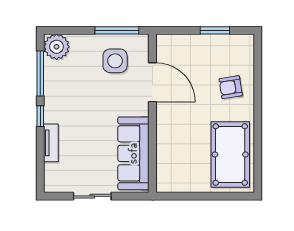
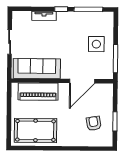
plant: (57, 47) -> (105, 20), removed
side table: (115, 61) -> (96, 44), moved
armchair: (231, 87) -> (94, 123), moved
piano: (169, 151) -> (38, 92), added

